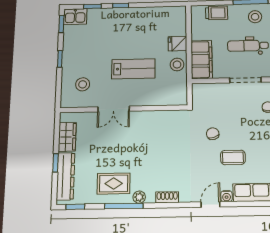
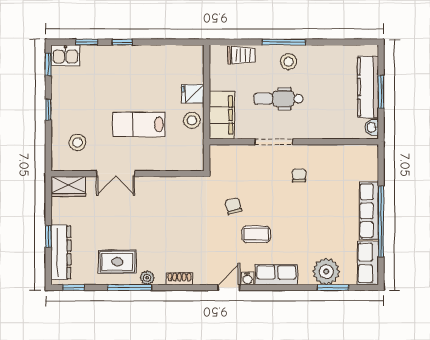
lab bench: (133, 69) -> (139, 124), turned 180
wardrobe: (67, 137) -> (68, 186), moved, turned 90

